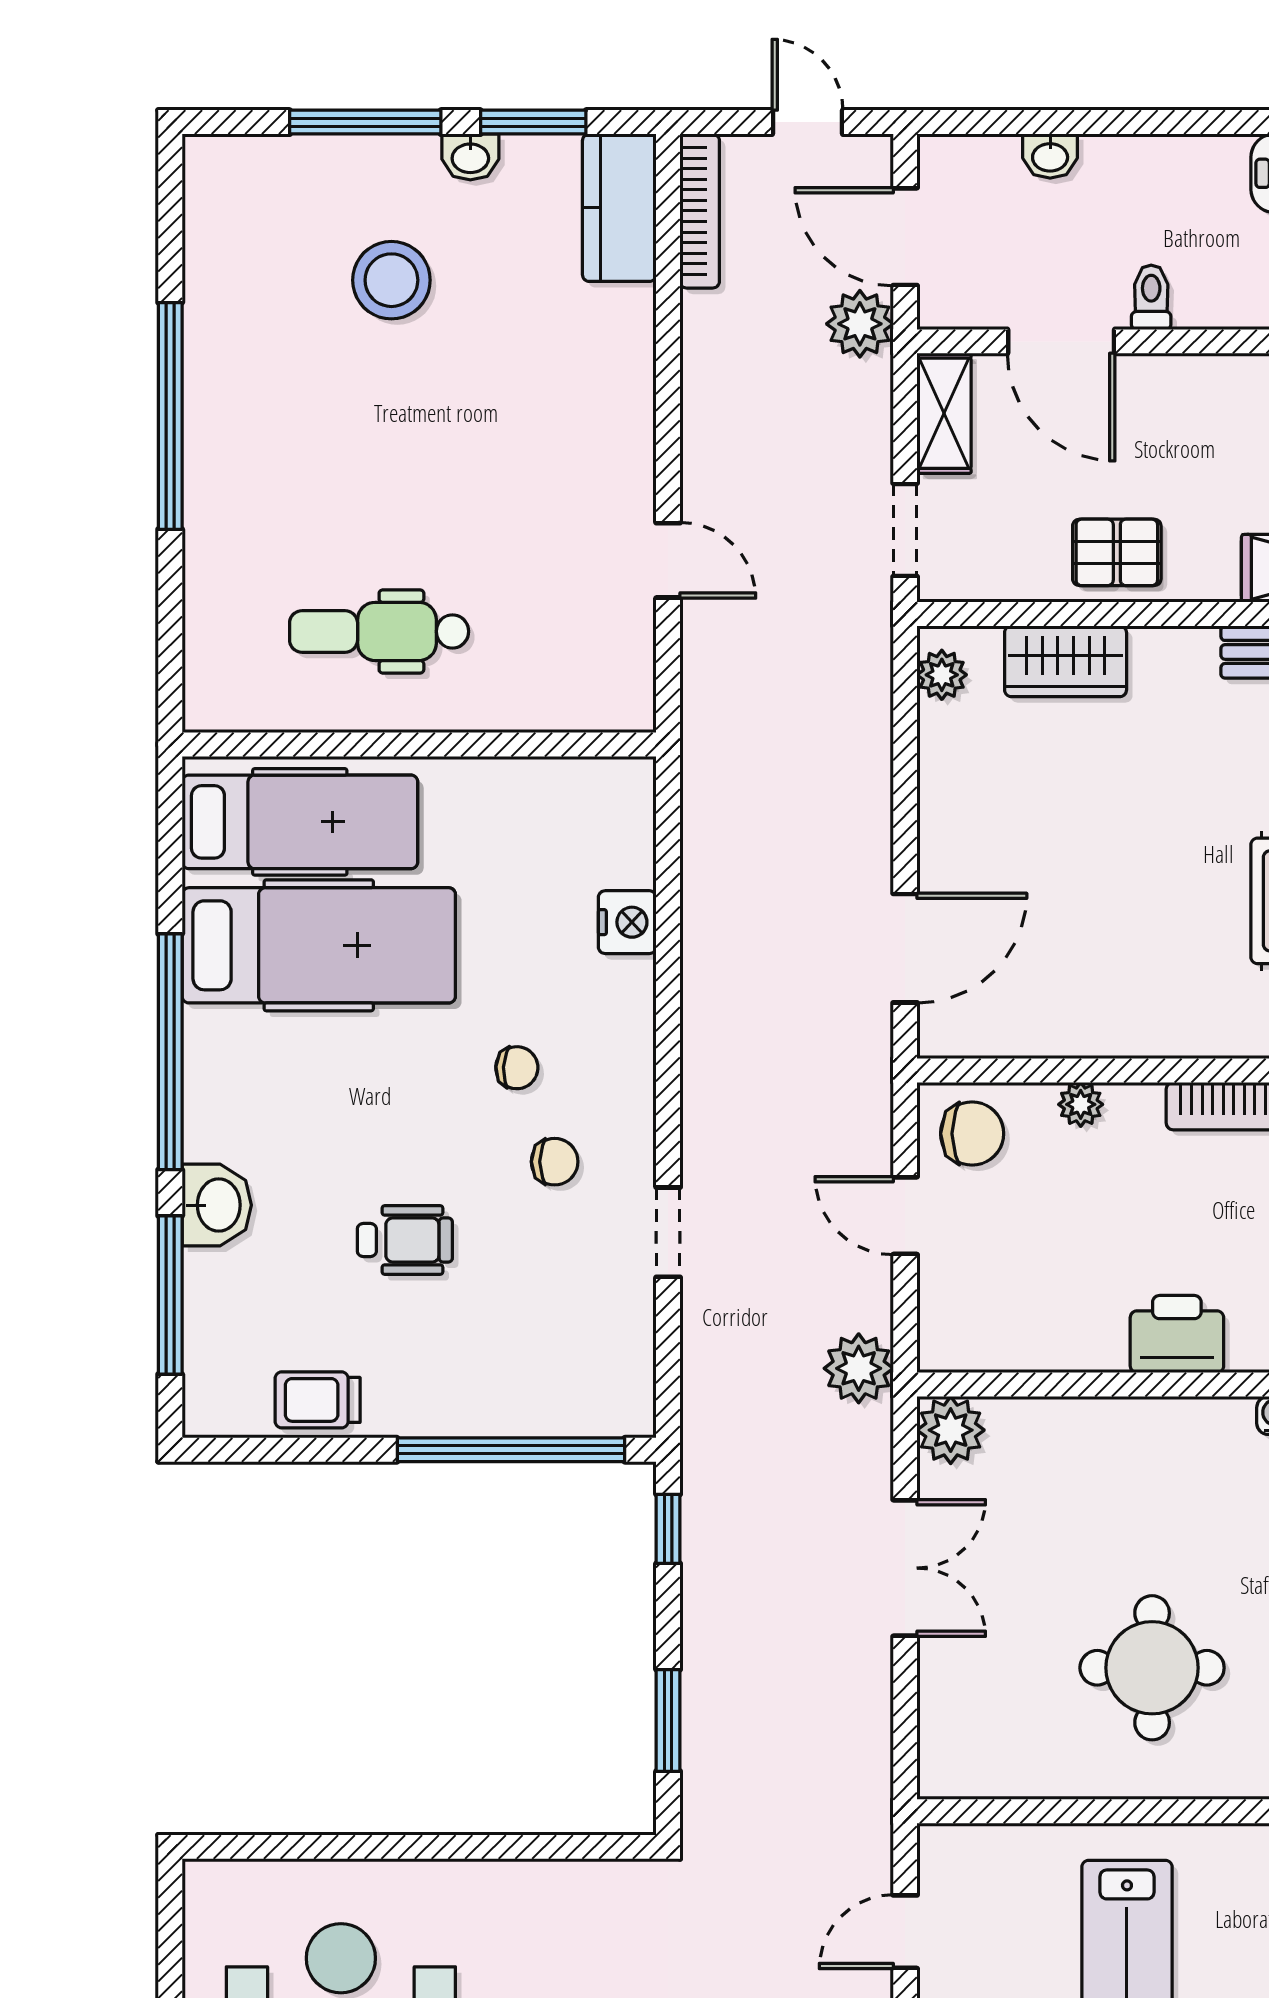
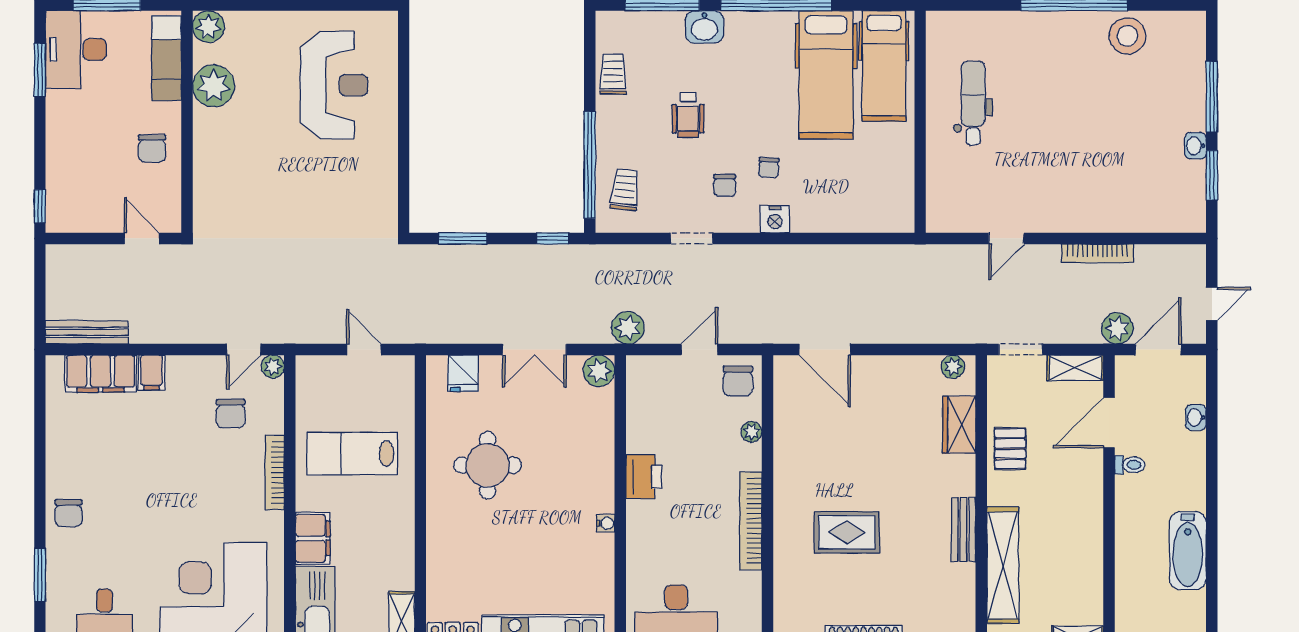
kitchen counter: (619, 208) -> (1172, 216), removed
bookcase: (700, 211) -> (1098, 253), moved
stool: (391, 280) -> (1127, 36), moved
nightstand: (627, 922) -> (775, 219), moved
trolley: (564, 1374) -> (625, 190), added
fridge: (956, 1720) -> (463, 373), added

